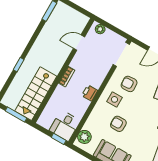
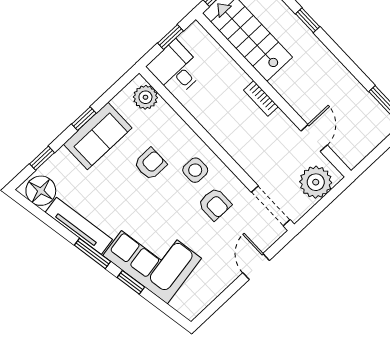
plant: (100, 29) -> (316, 182), width x1.87, depth x1.87
armchair: (129, 84) -> (215, 204), turned 93
printer: (90, 93) -> (220, 130), removed
window: (59, 139) -> (170, 37), moved

